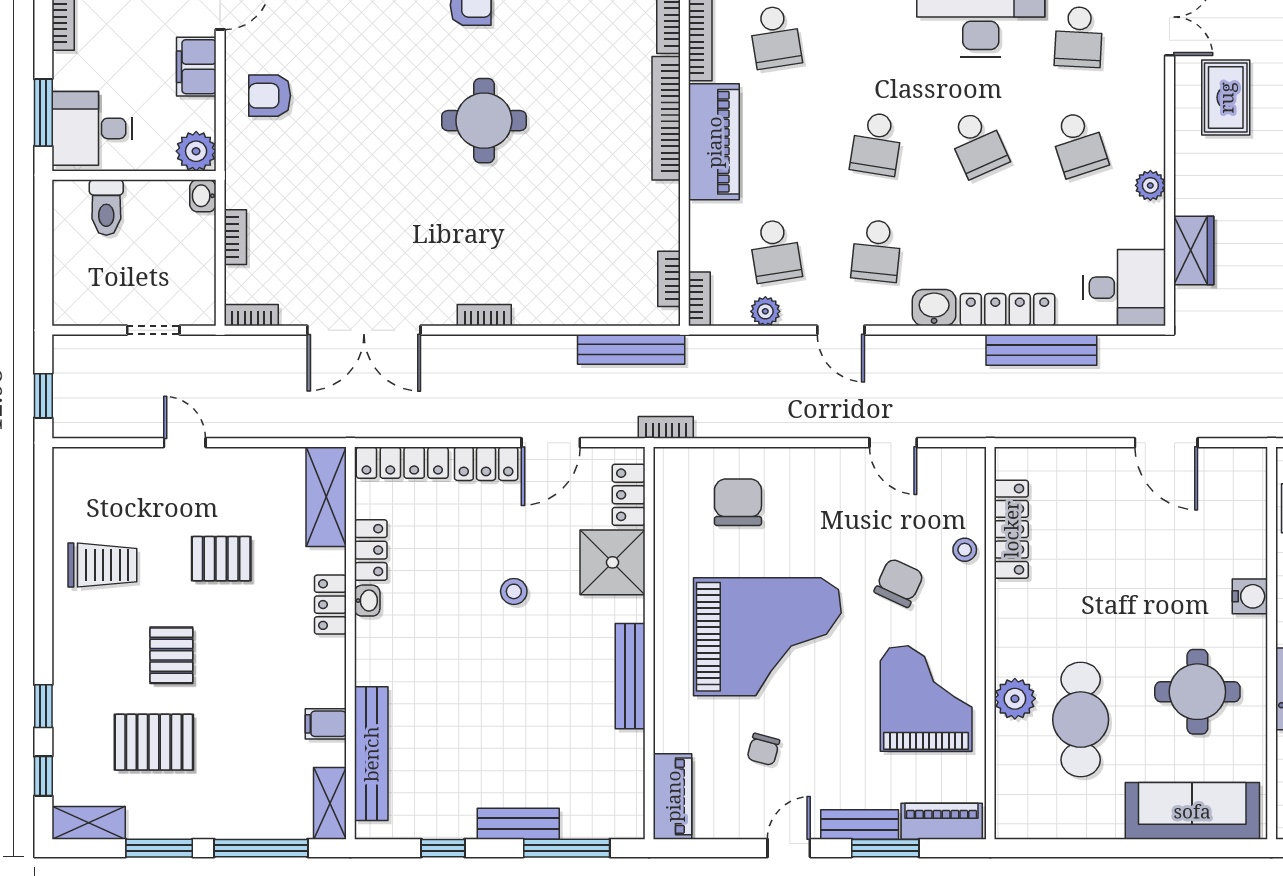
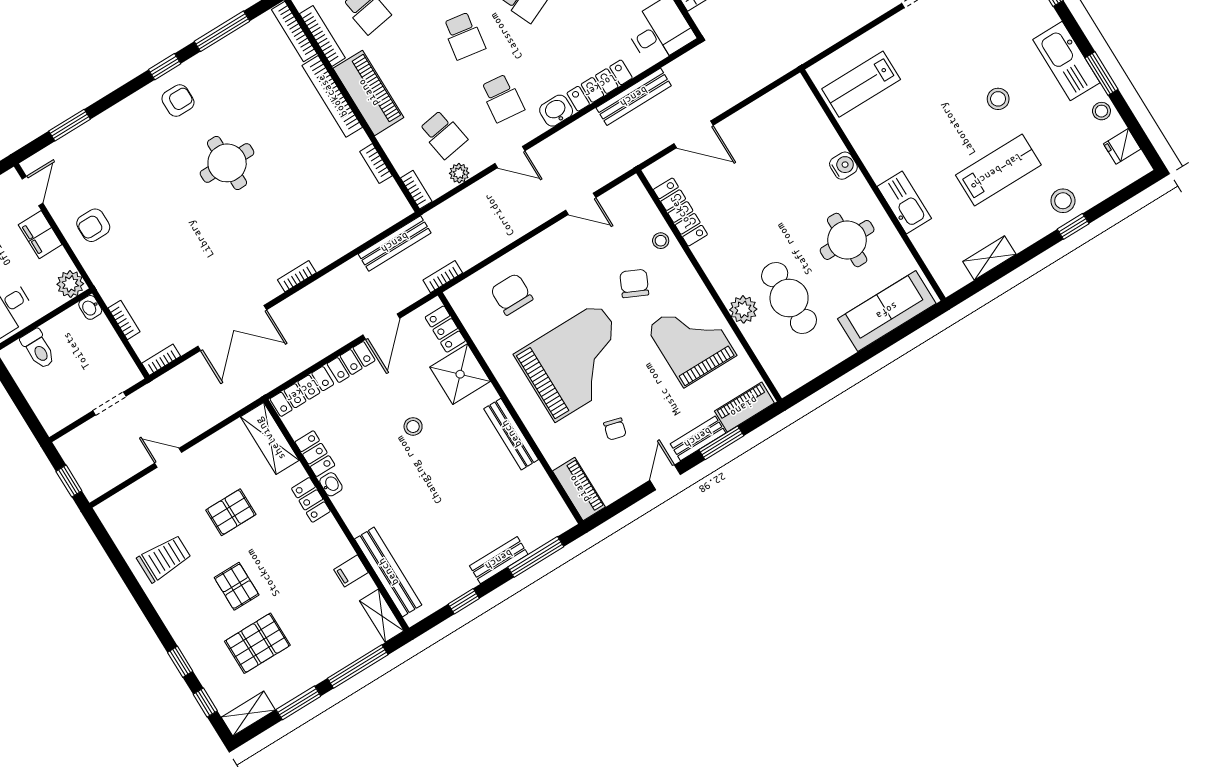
bookcase: (669, 279) -> (376, 164), moved
door: (1166, 443) -> (694, 134), moved

